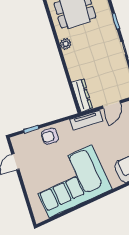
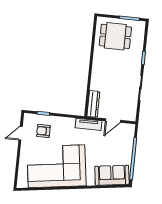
plant: (66, 44) -> (97, 59), removed
armchair: (50, 136) -> (43, 131), moved

